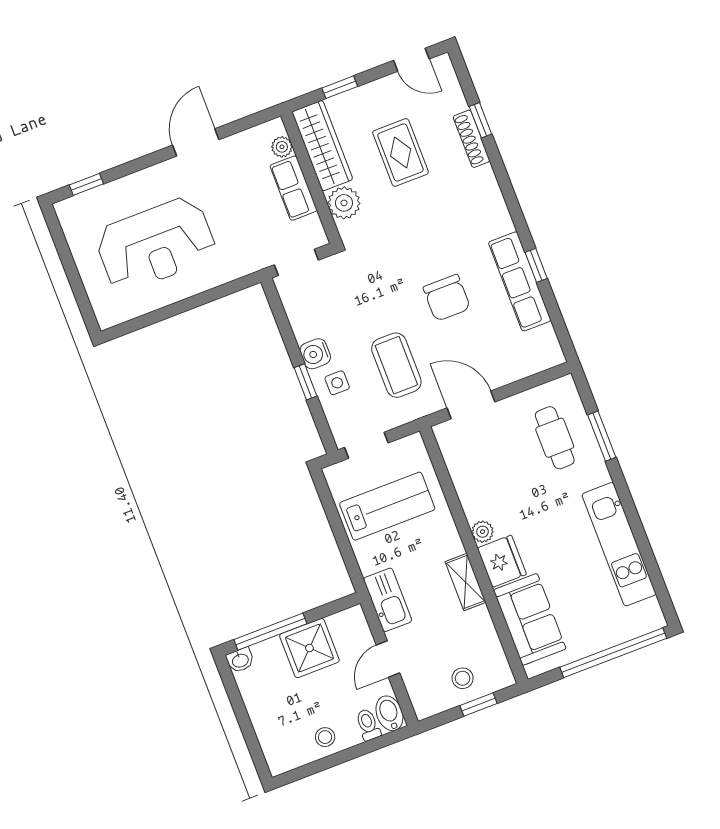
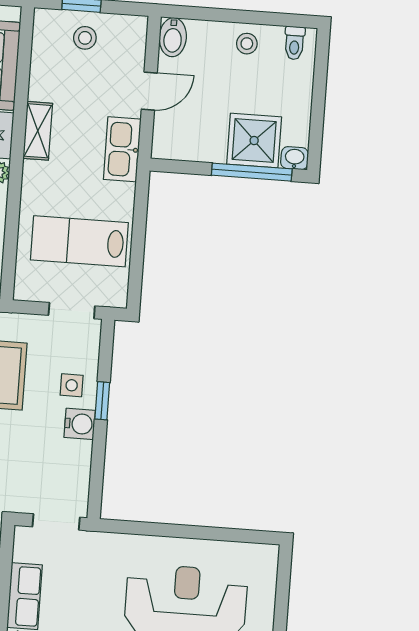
shower: (309, 648) -> (254, 141), moved
toilet: (368, 725) -> (294, 43), moved

